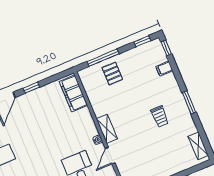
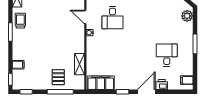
filing cabinet: (73, 93) -> (101, 83), moved, turned -90
trolley: (160, 117) -> (20, 21), moved
shelving: (107, 129) -> (79, 64), moved
door: (110, 156) -> (85, 17), swing flipped

